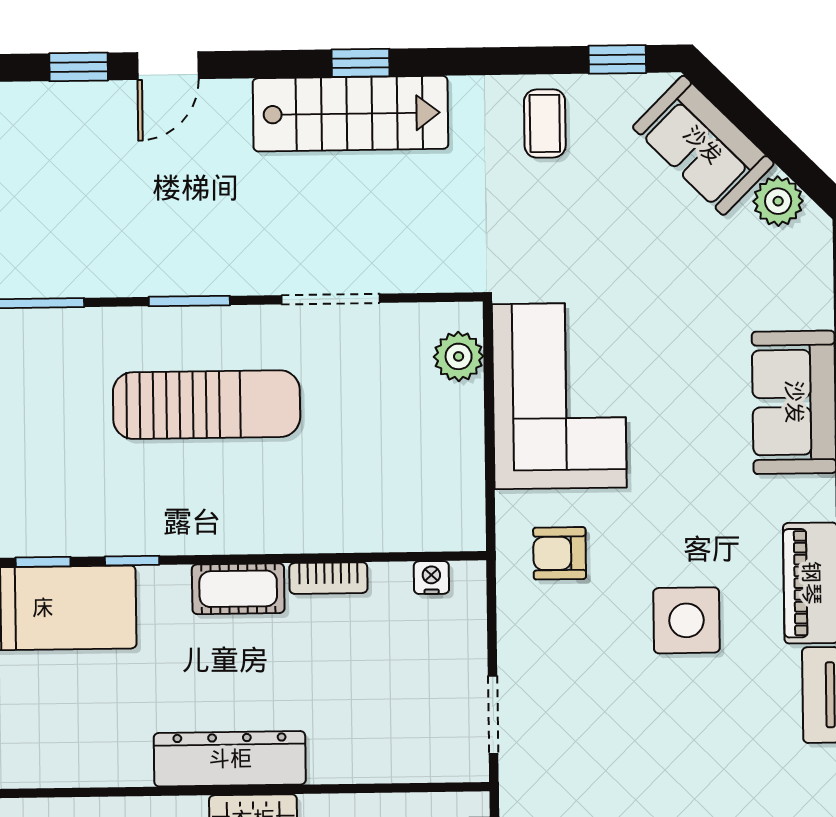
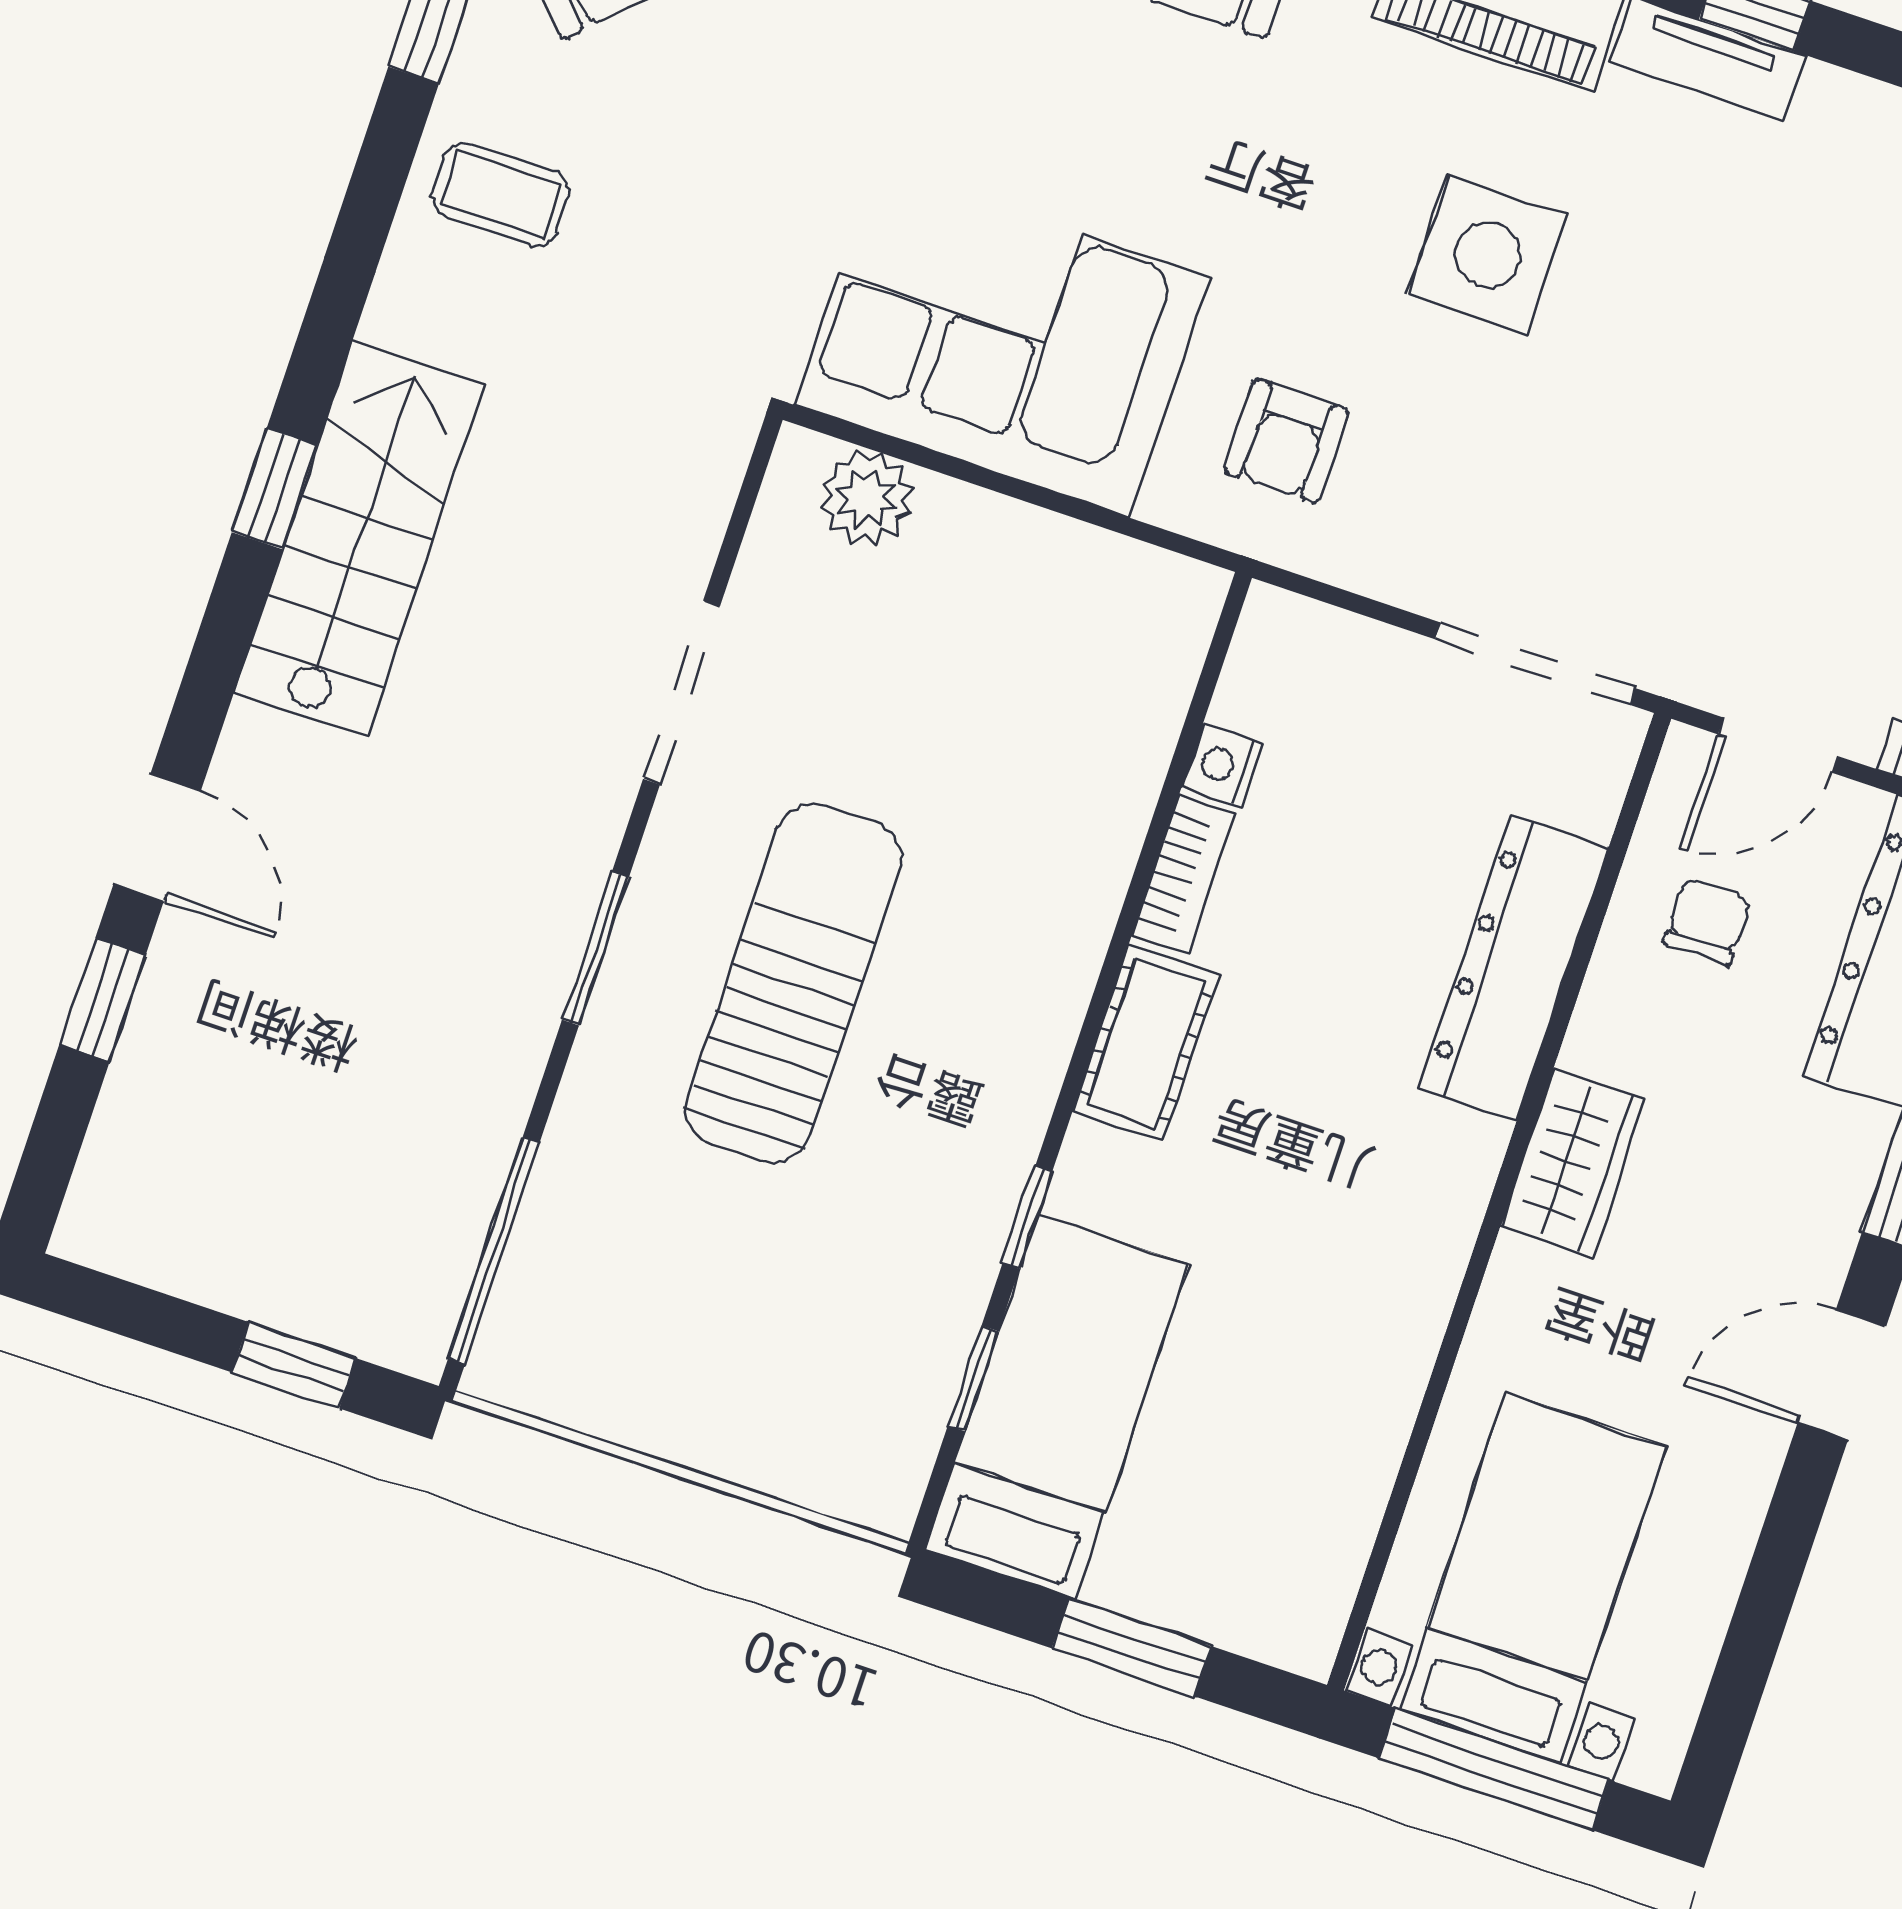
nightstand: (431, 578) -> (1222, 766), moved
doorway: (493, 715) -> (1535, 664), width x1.38
dresser: (230, 759) -> (1514, 968), moved

